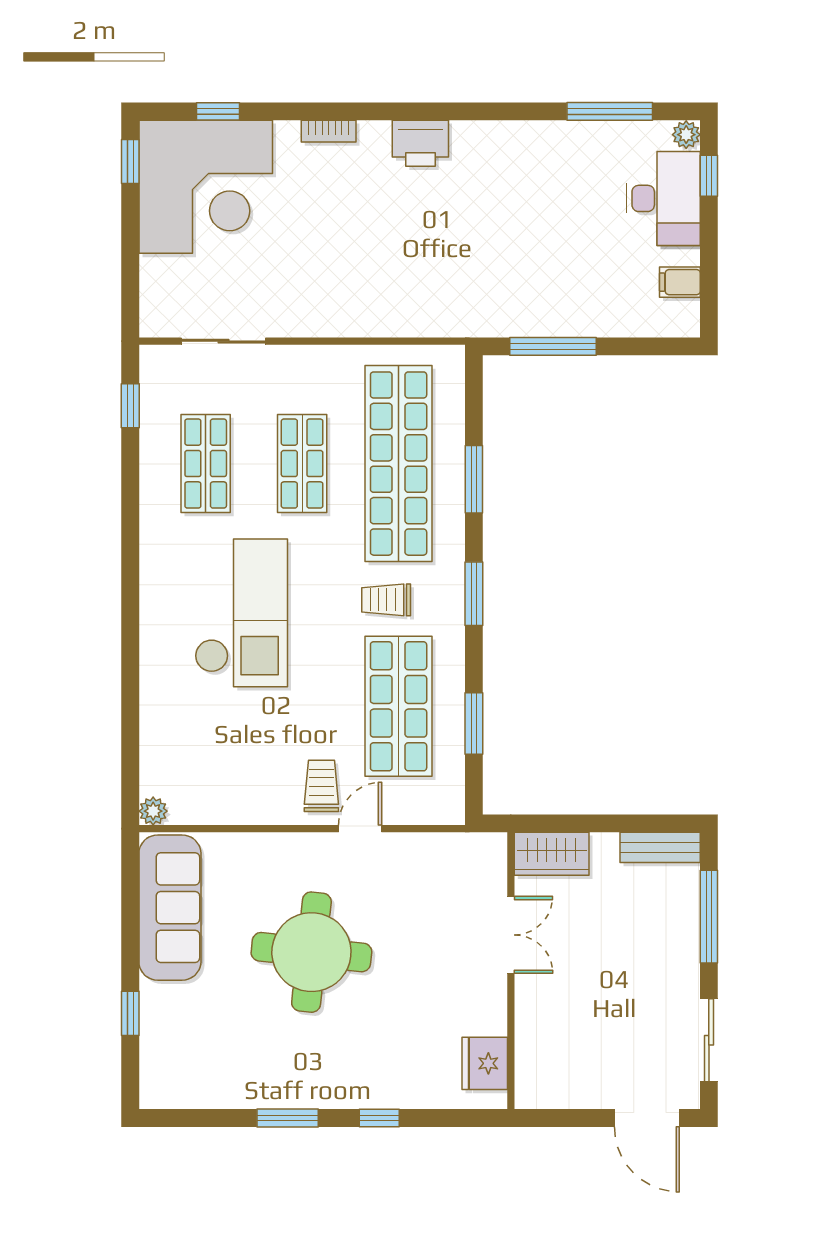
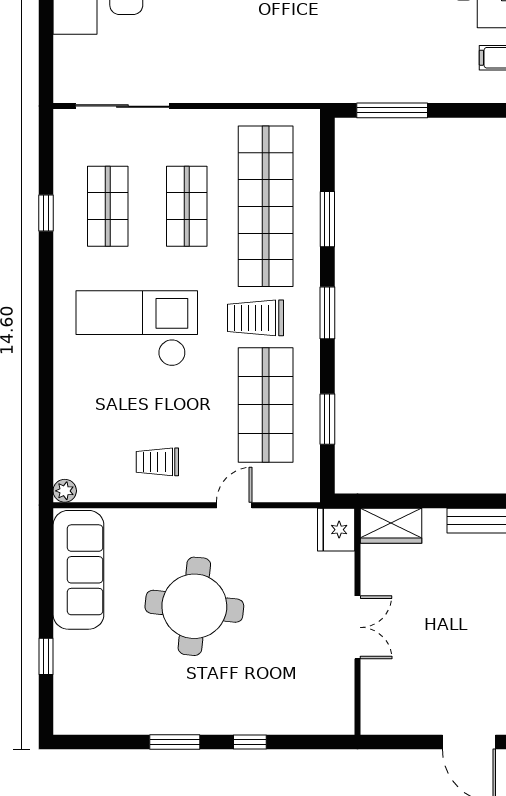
sliding door: (224, 341) -> (122, 106), width x1.37
window: (130, 406) -> (46, 213), moved
trolley: (386, 600) -> (256, 318), width x1.36, depth x1.39
checkout: (241, 613) -> (137, 328), turned -90
trolley: (321, 786) -> (157, 462), moved, turned -90
double door: (511, 935) -> (358, 627), moved
fridge: (485, 1063) -> (336, 530), moved

